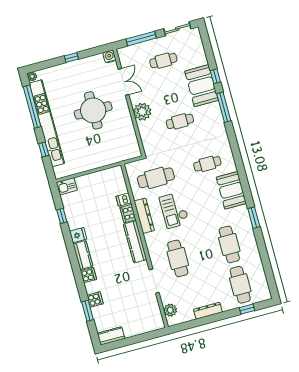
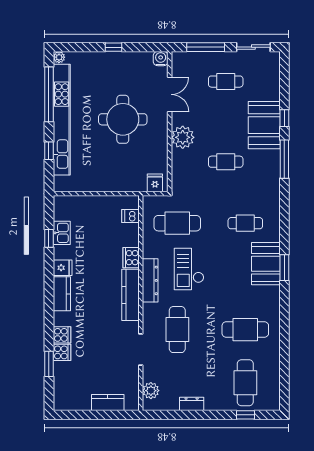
fridge: (131, 152) -> (155, 183), added
kitchen sink: (67, 186) -> (62, 233), moved, turned -90
dishwasher: (124, 200) -> (130, 216), moved
dresser: (144, 216) -> (150, 280), moved
window: (254, 218) -> (284, 268), moved
cafe table: (229, 244) -> (245, 330), turned 90
cooker: (88, 275) -> (62, 335), moved
dresser: (208, 311) -> (192, 404), width x0.70
kitchen counter: (111, 336) -> (108, 403), moved

